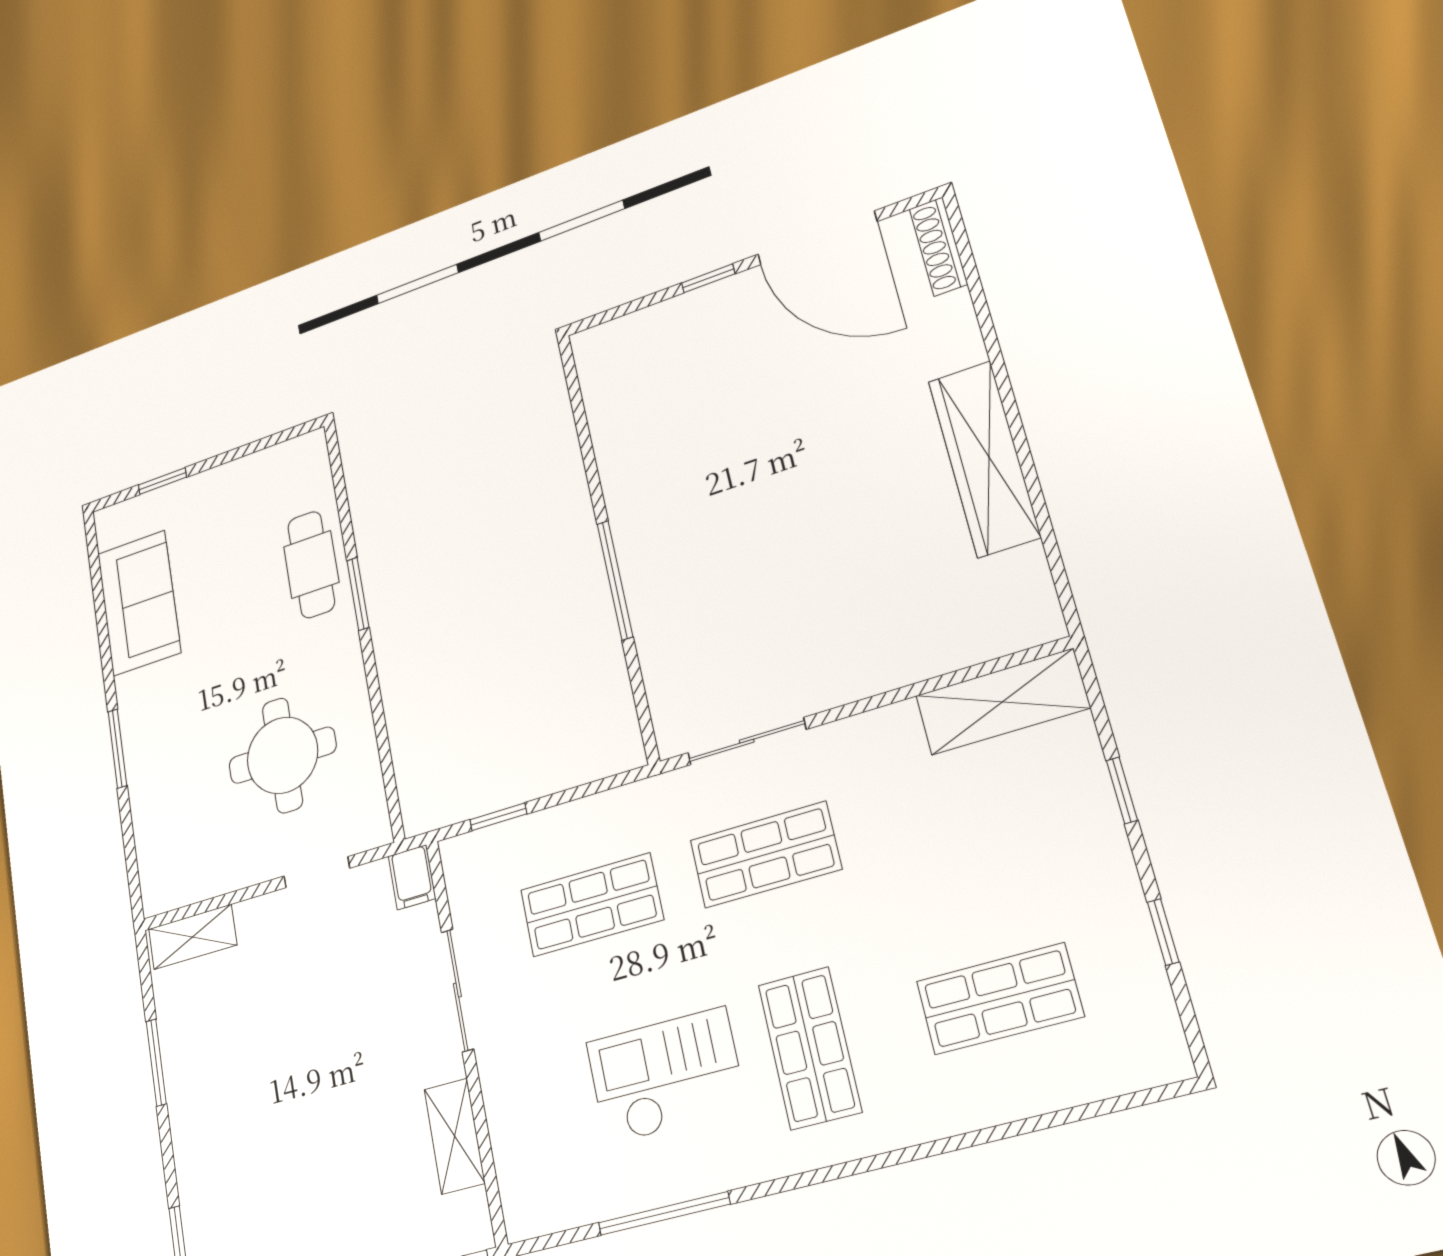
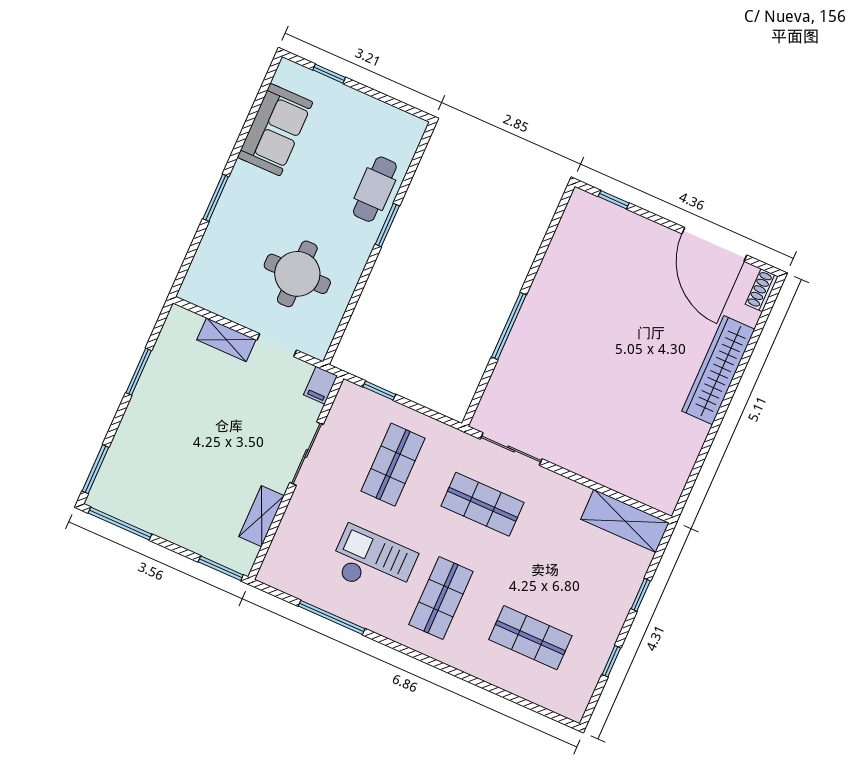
shoe rack: (938, 246) -> (762, 290), width x0.70
window: (708, 278) -> (614, 200), moved
wardrobe: (984, 458) -> (718, 370), moved
shop shelf: (592, 905) -> (393, 465), turned 90
shelving: (193, 937) -> (226, 340), moved

